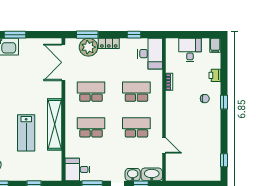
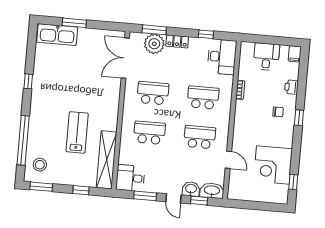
shelving: (55, 124) -> (107, 160), moved
lab bench: (26, 133) -> (77, 132), turned 180
corner desk: (204, 147) -> (273, 165), added

